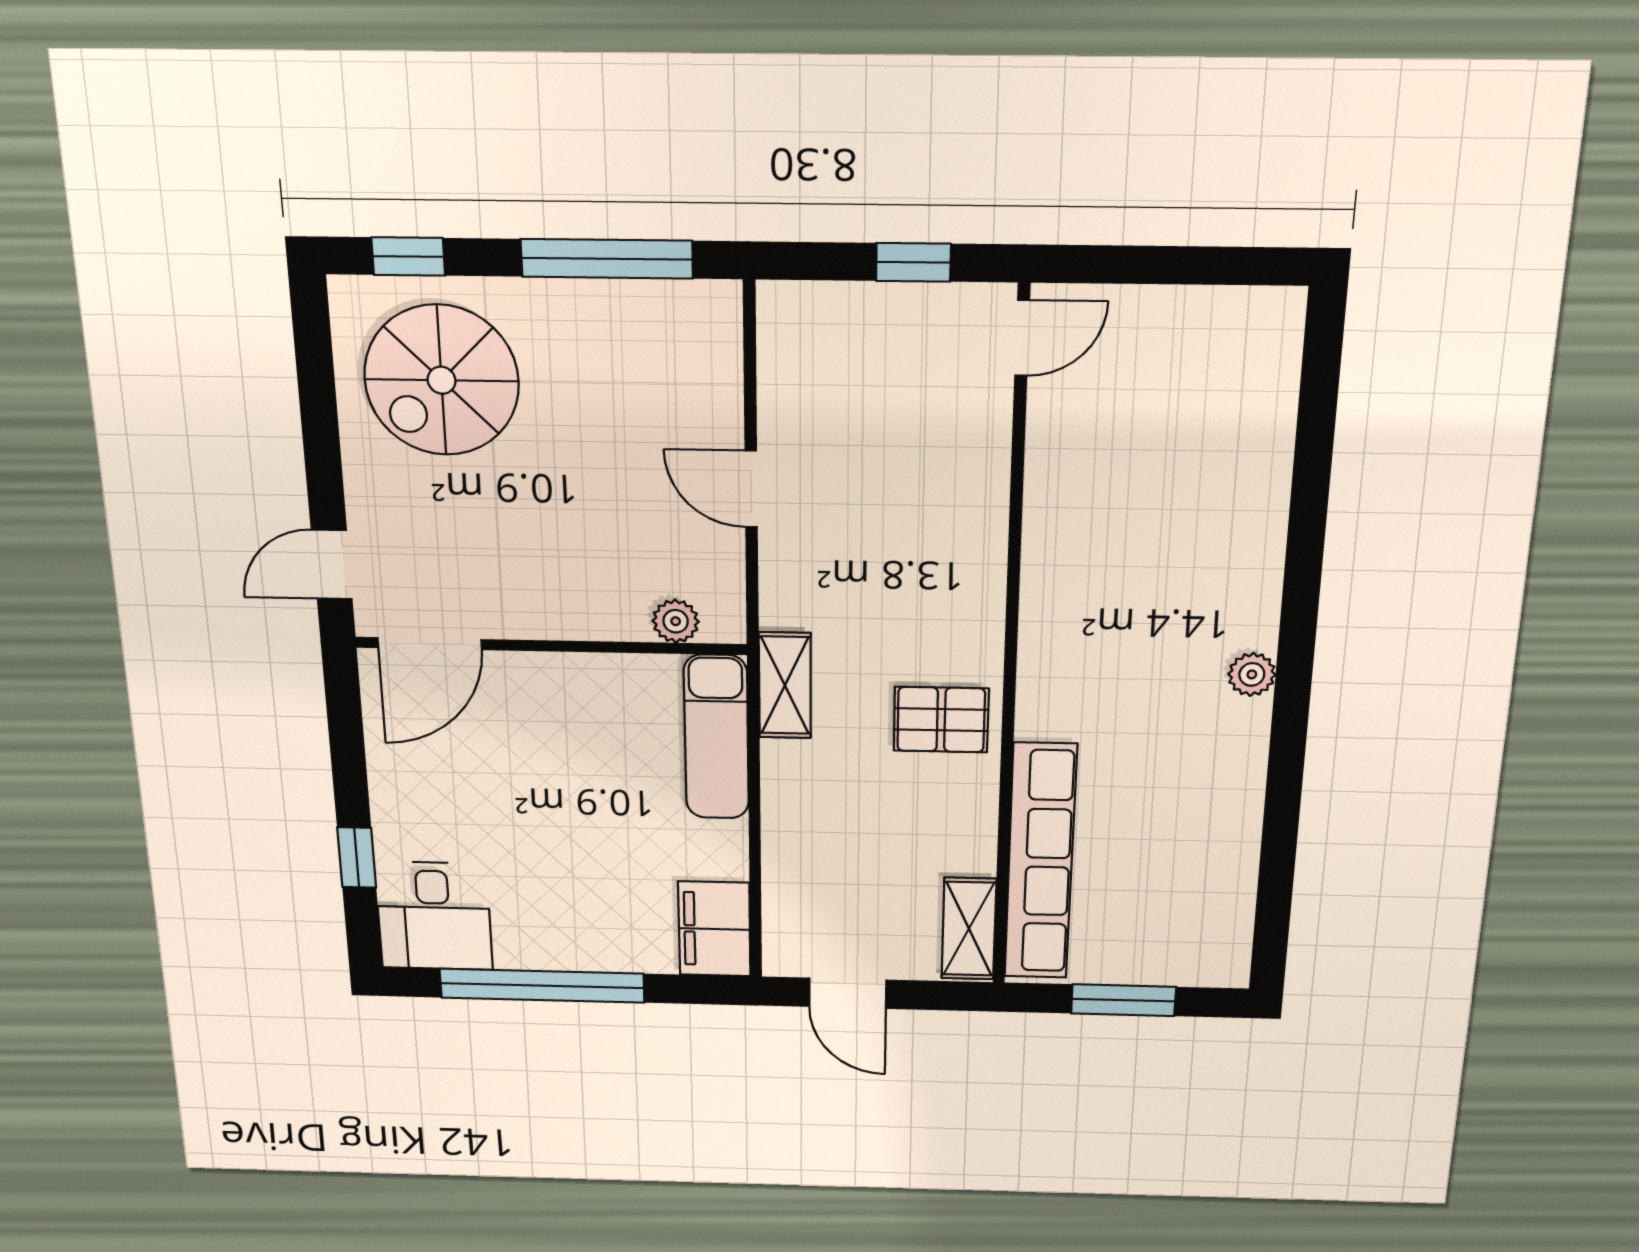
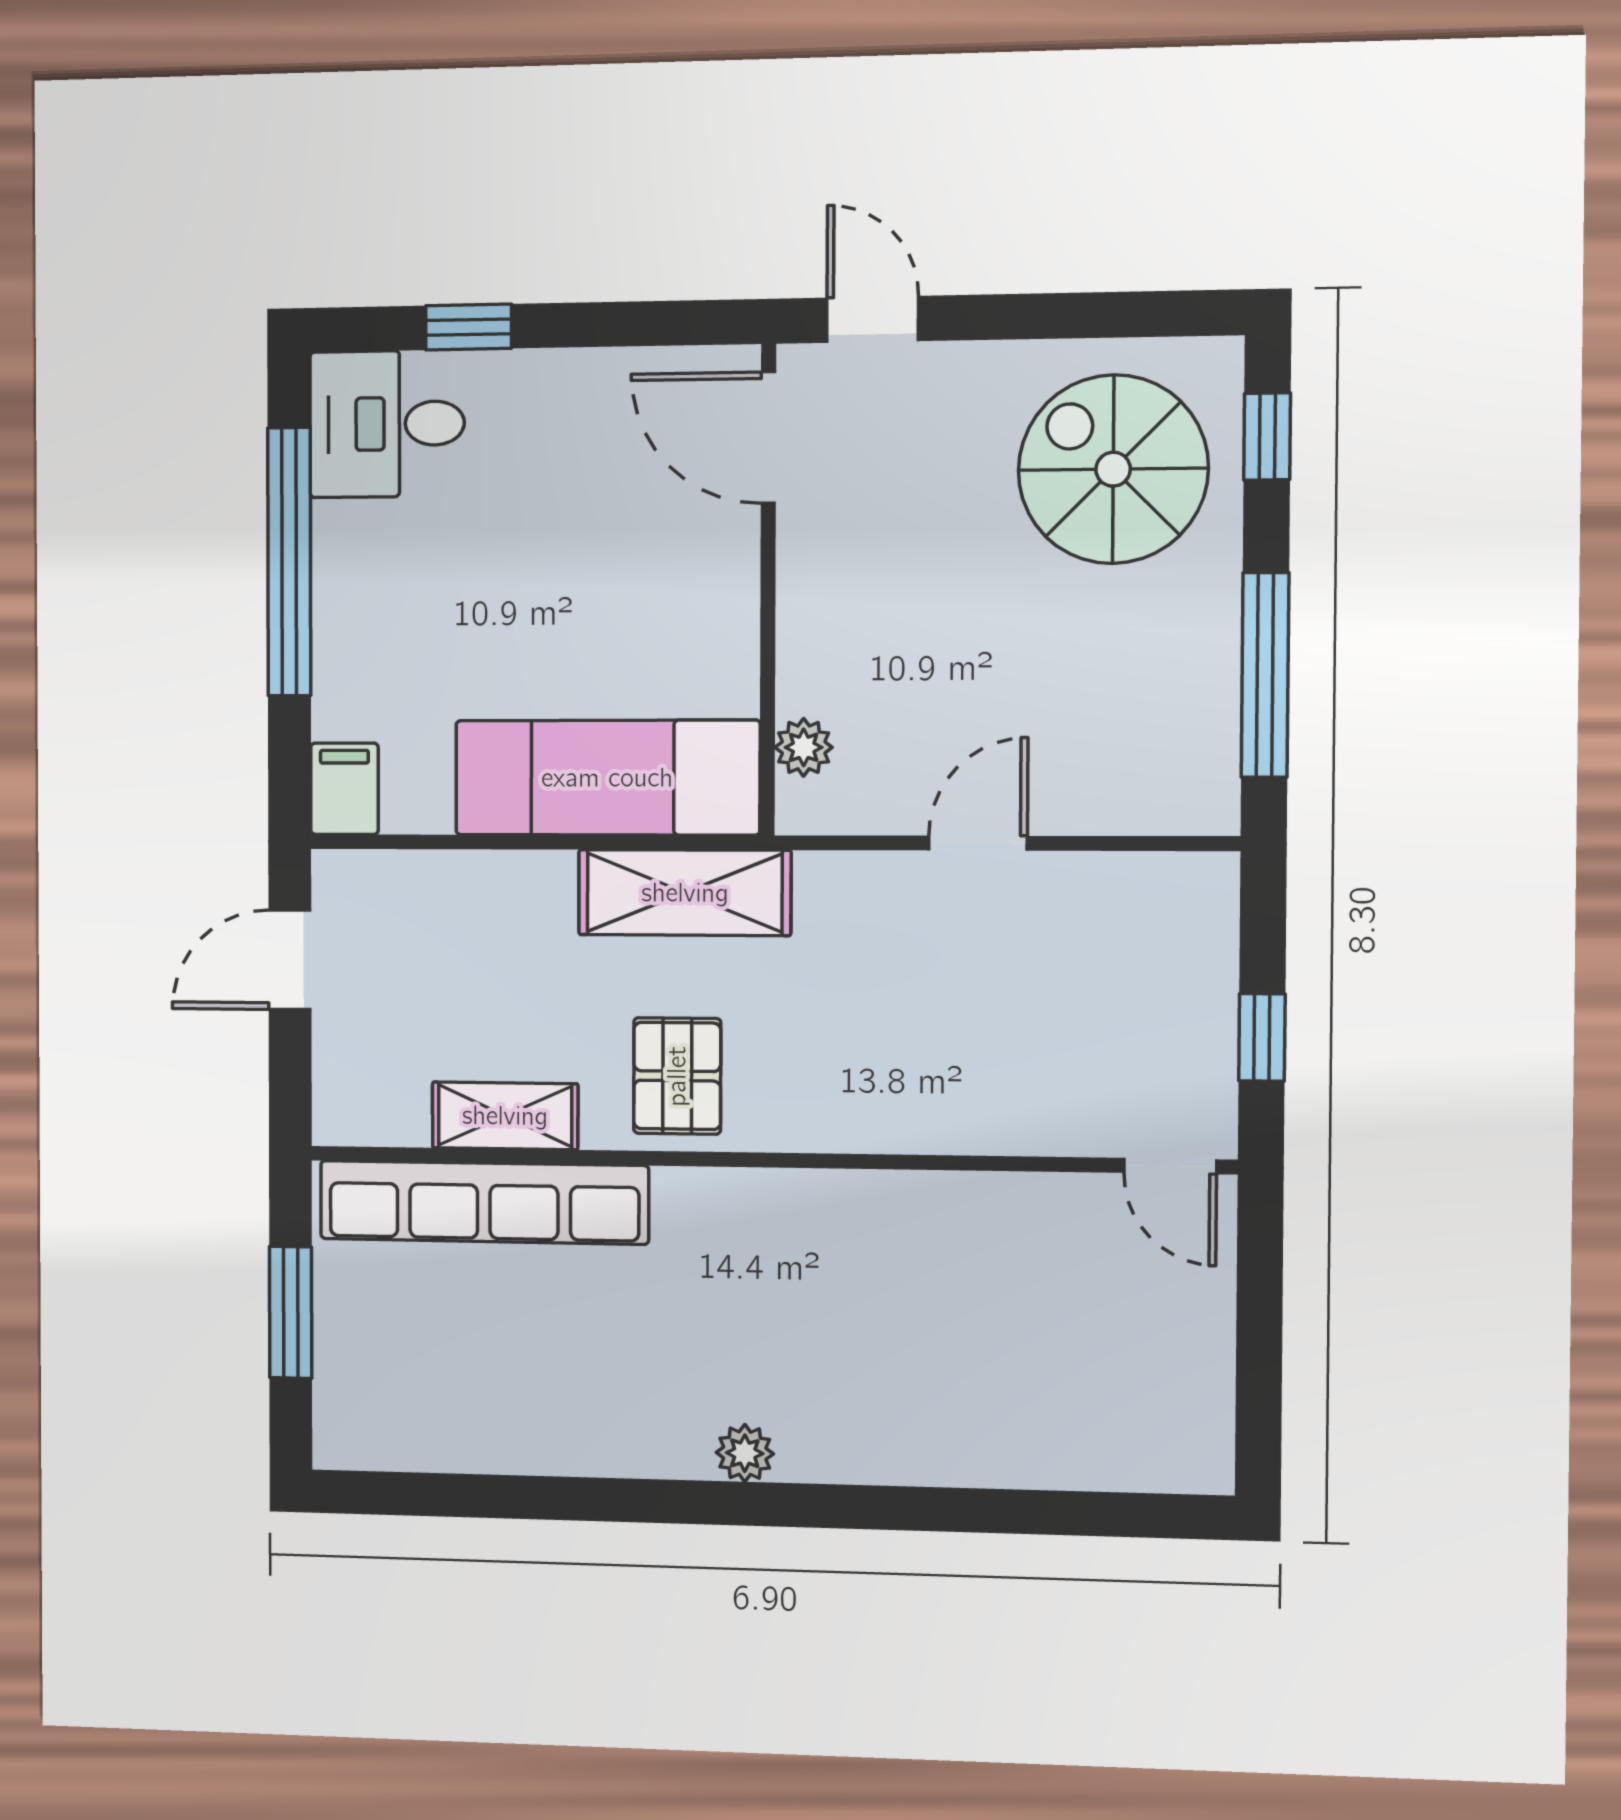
shelving: (785, 685) -> (685, 893), width x1.50, depth x1.33
exam couch: (716, 737) -> (607, 778), width x1.36, depth x1.45
filing cabinet: (714, 929) -> (344, 789), width x0.50
shelving: (969, 929) -> (505, 1116), moved

